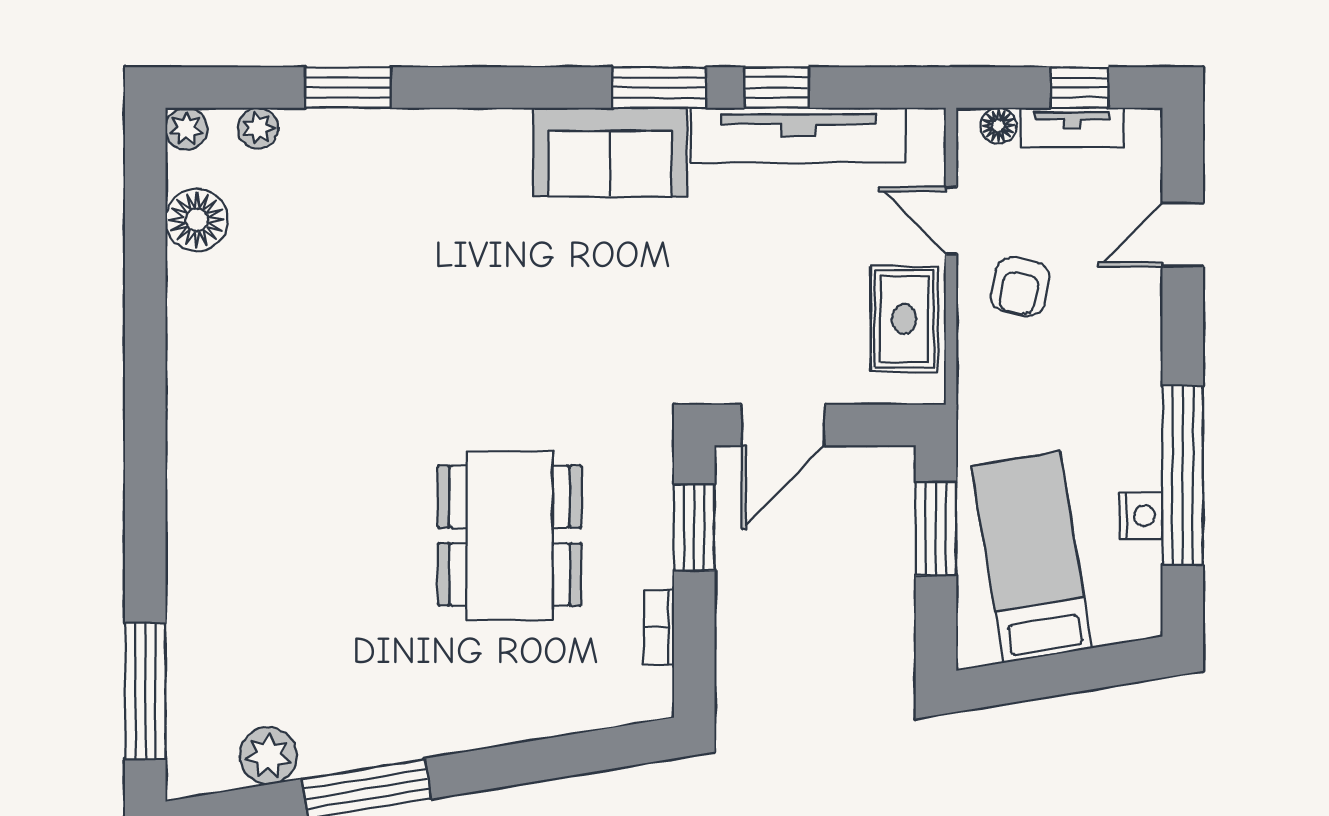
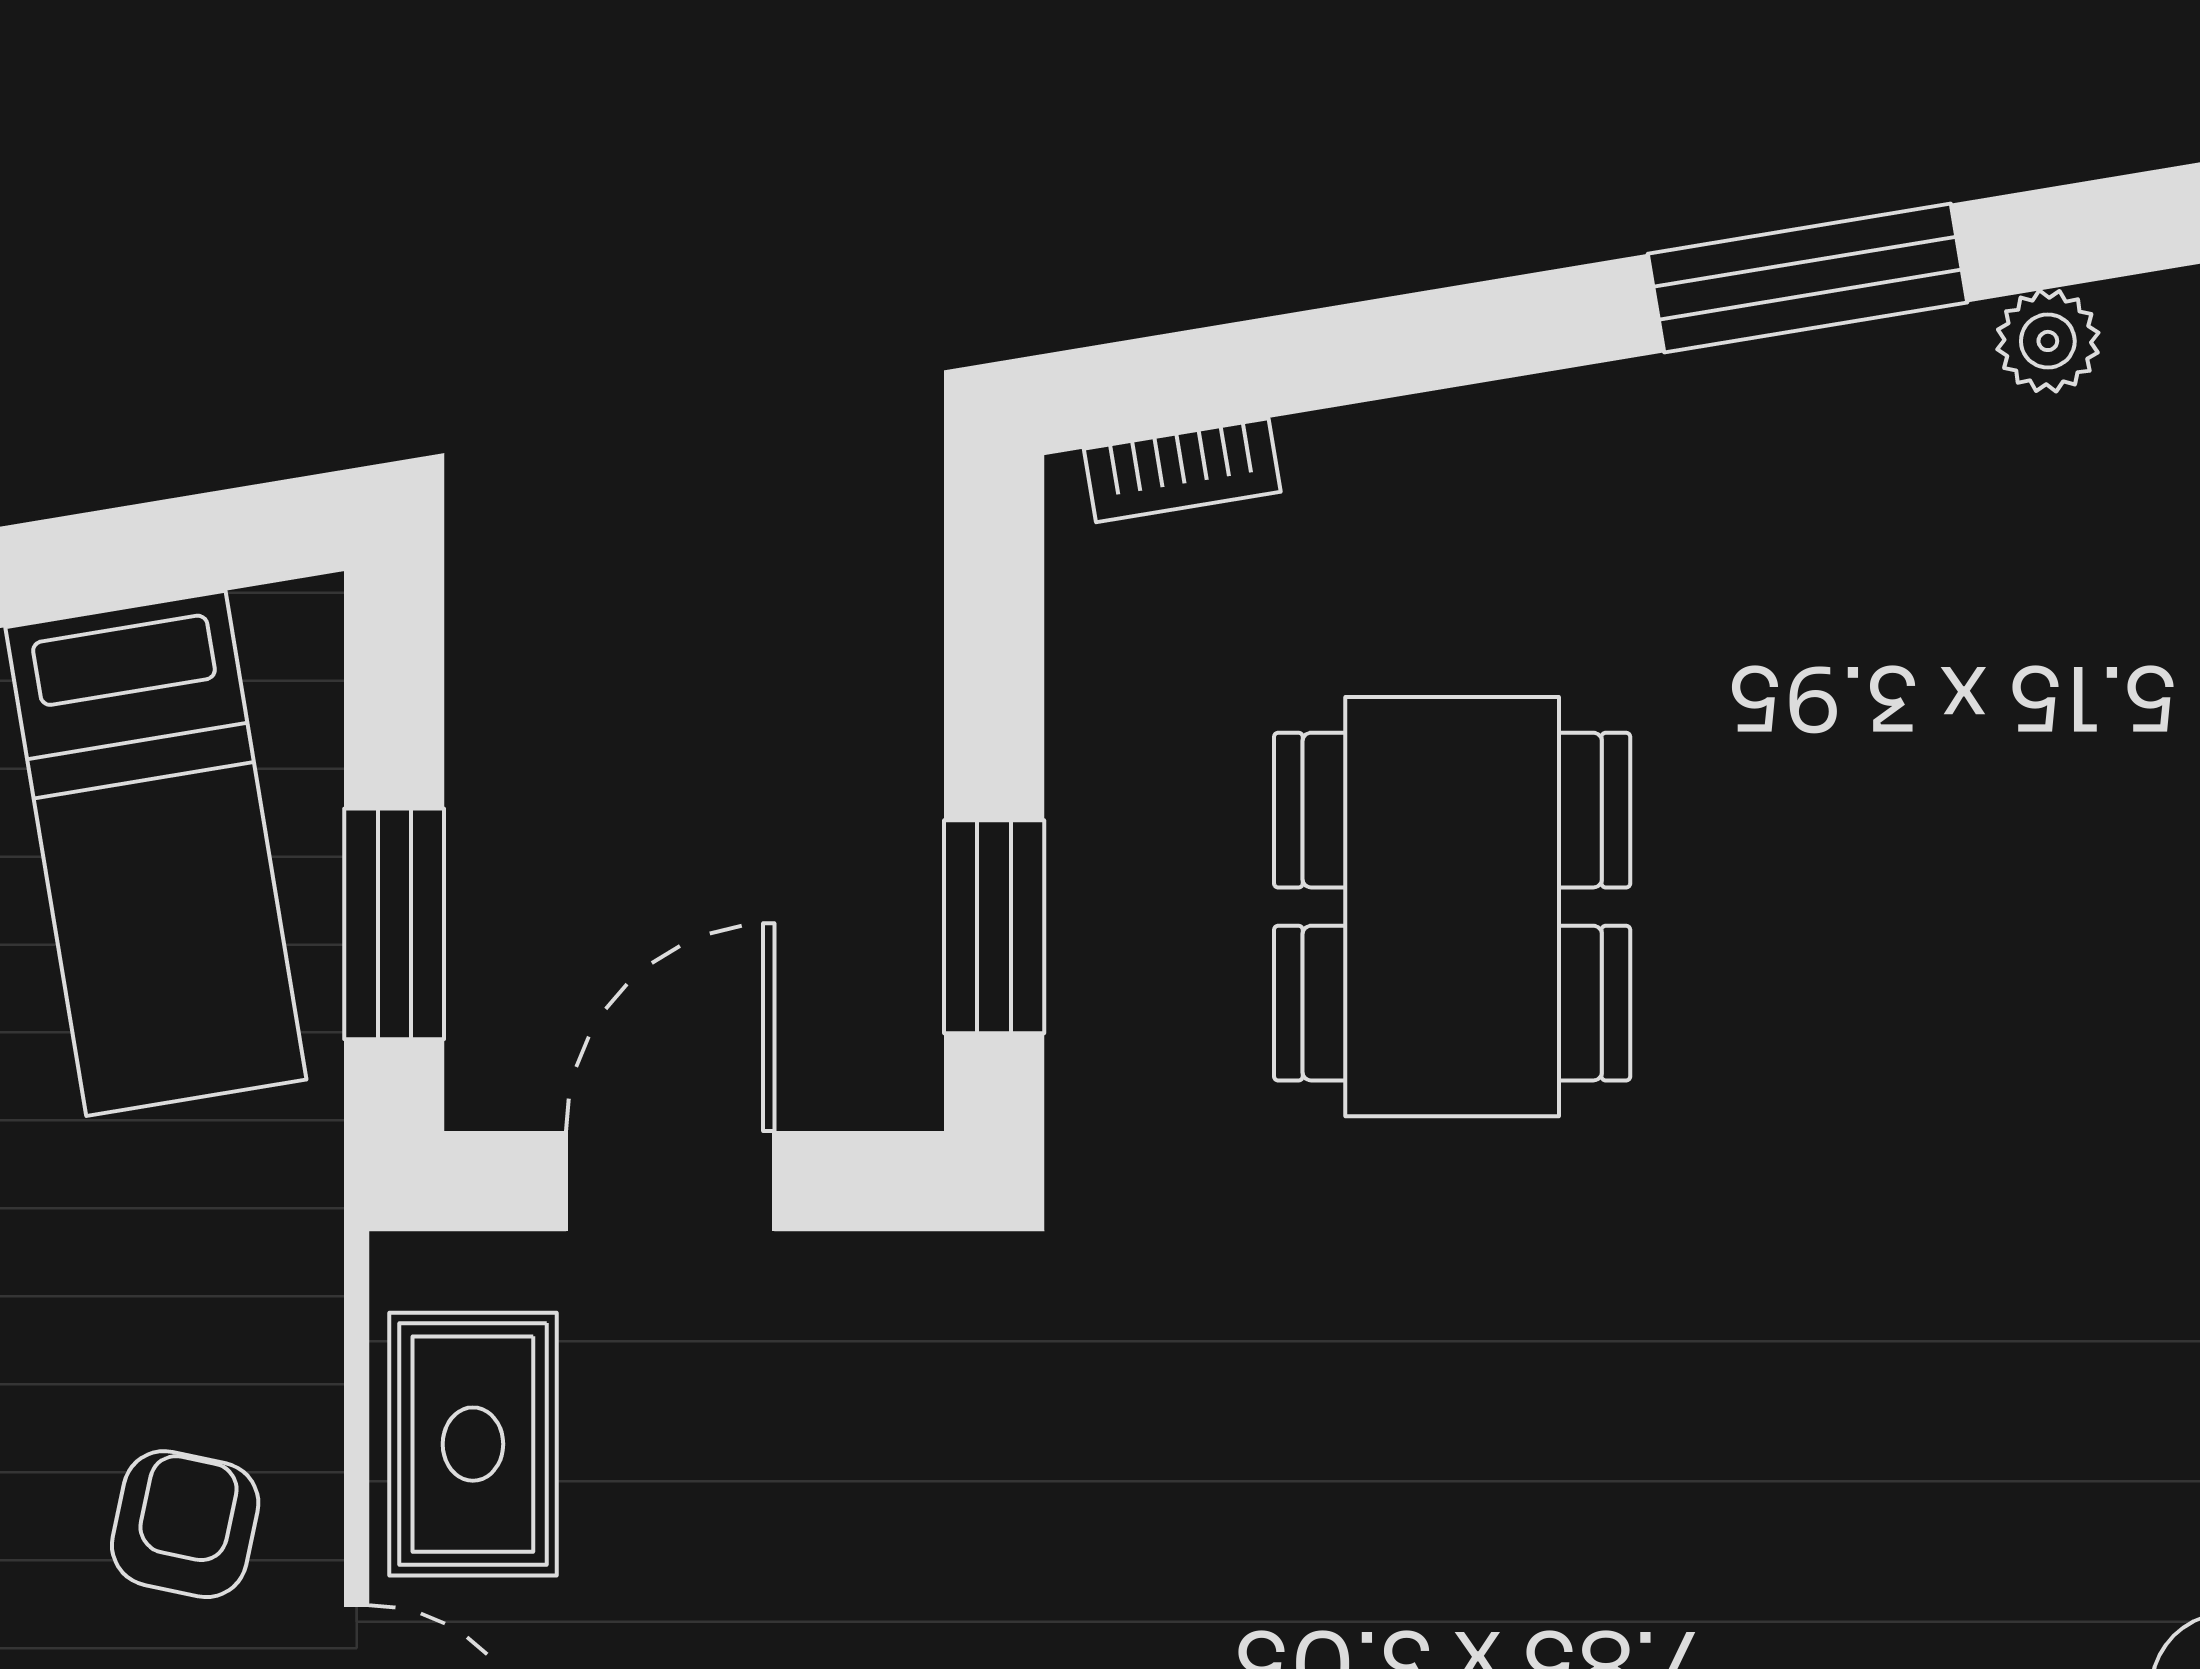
door: (783, 425) -> (670, 1181), moved
bookcase: (659, 627) -> (1182, 470), moved, turned 81
plant: (268, 756) -> (2048, 341), width x0.73, depth x0.73

